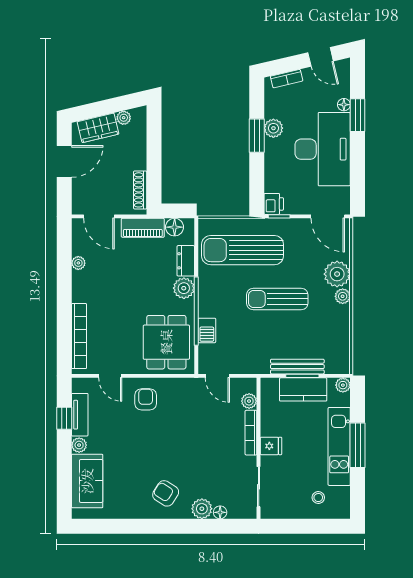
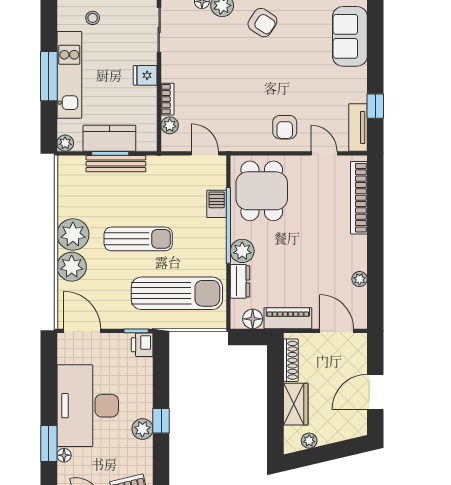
wardrobe: (98, 128) -> (296, 404), moved, turned 103
window: (257, 136) -> (161, 421), width x0.67
plant: (343, 296) -> (73, 234), width x1.88, depth x1.88
tv unit: (80, 415) -> (358, 127), moved
bookcase: (251, 433) -> (167, 99), width x0.64
plant: (79, 445) -> (359, 76), removed

